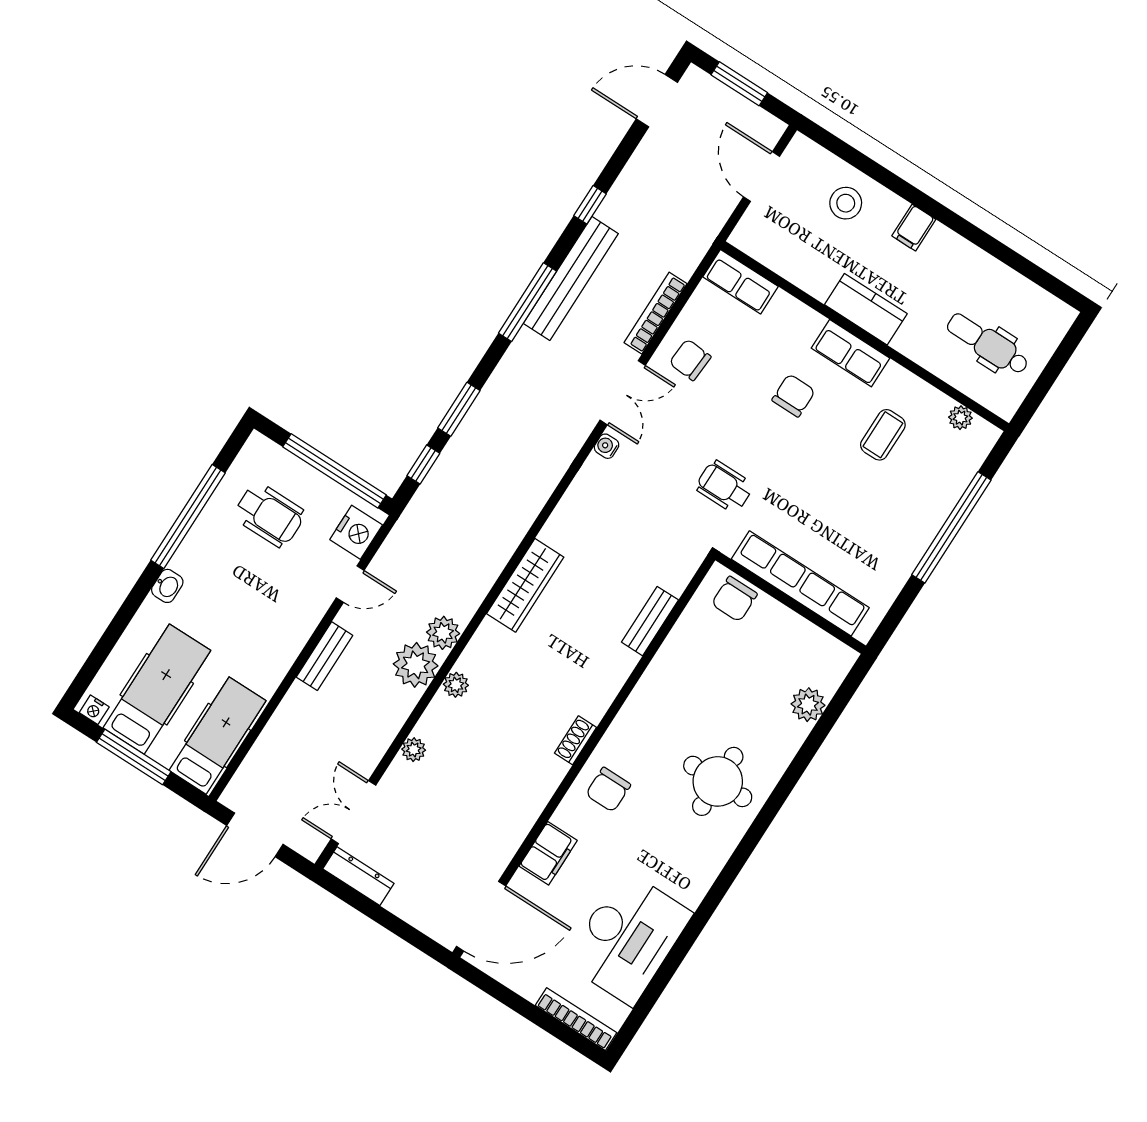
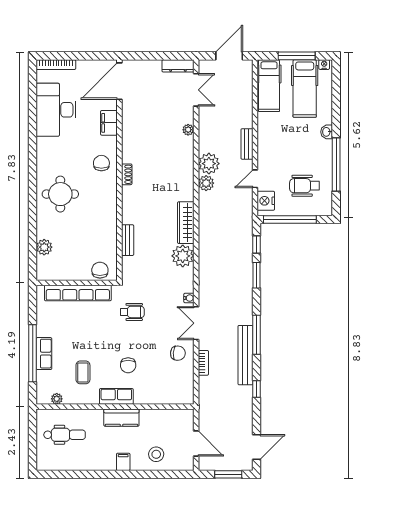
row of seats: (741, 282) -> (44, 354), moved, turned 90
bookcase: (655, 313) -> (203, 363), width x0.64
plant: (456, 685) -> (183, 256), moved, width x1.87, depth x1.87

